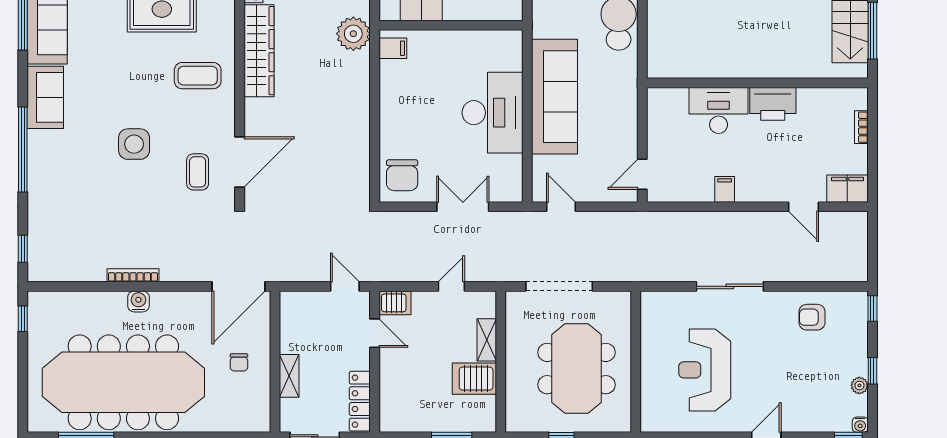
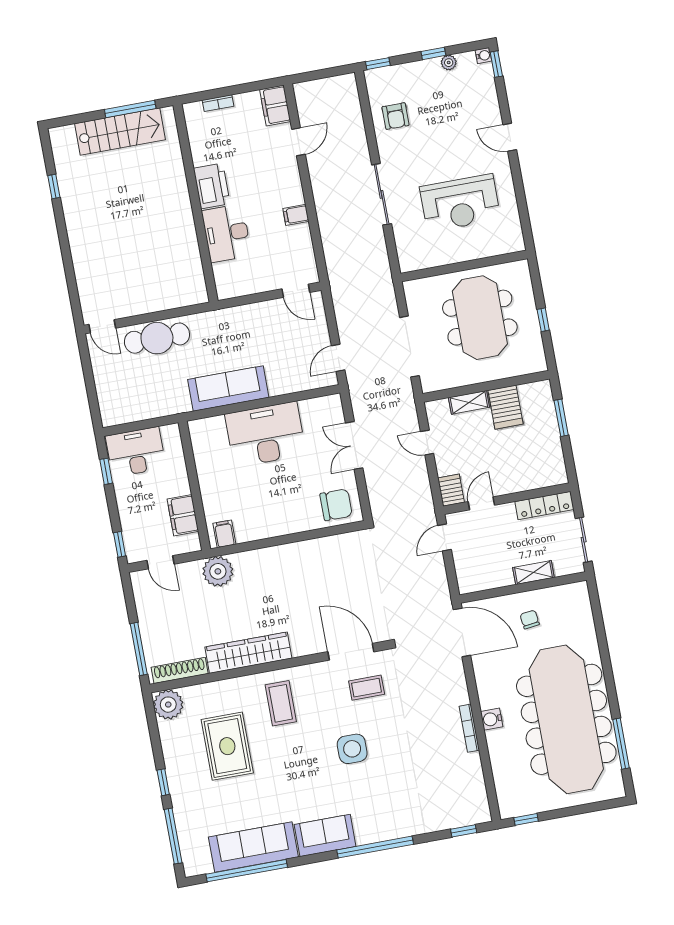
sofa: (555, 97) -> (228, 388), width x0.74, depth x0.79
chair: (239, 362) -> (530, 620), turned -97
meeting table: (576, 369) -> (480, 318), turned 90

